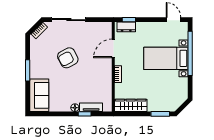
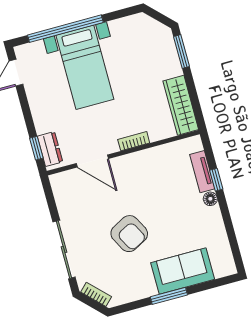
sofa: (39, 95) -> (183, 271), moved

